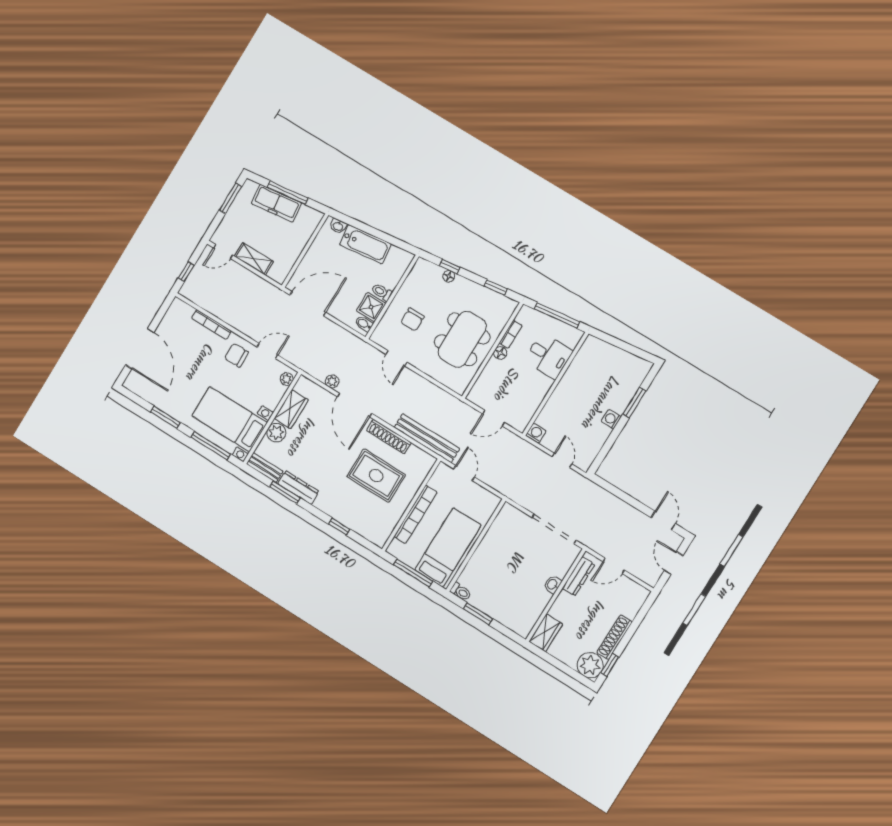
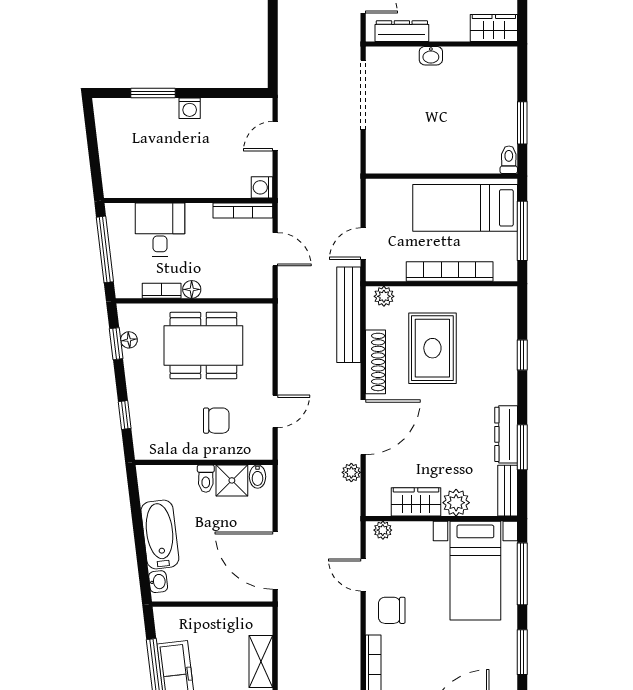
floor lamp: (449, 276) -> (129, 340), moved
chair: (236, 355) -> (392, 610), turned 90
bookcase: (529, 413) -> (243, 211), added
plant: (425, 466) -> (384, 296), added

